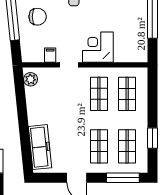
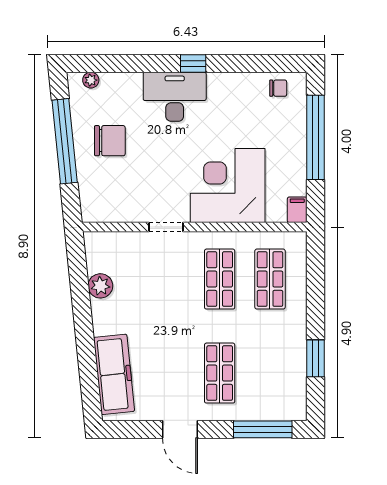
corner desk: (98, 47) -> (228, 186), width x1.36, depth x1.36
filing cabinet: (50, 55) -> (297, 210), moved
plant: (31, 79) -> (100, 286), moved
shop shelf: (127, 146) -> (270, 373), removed

